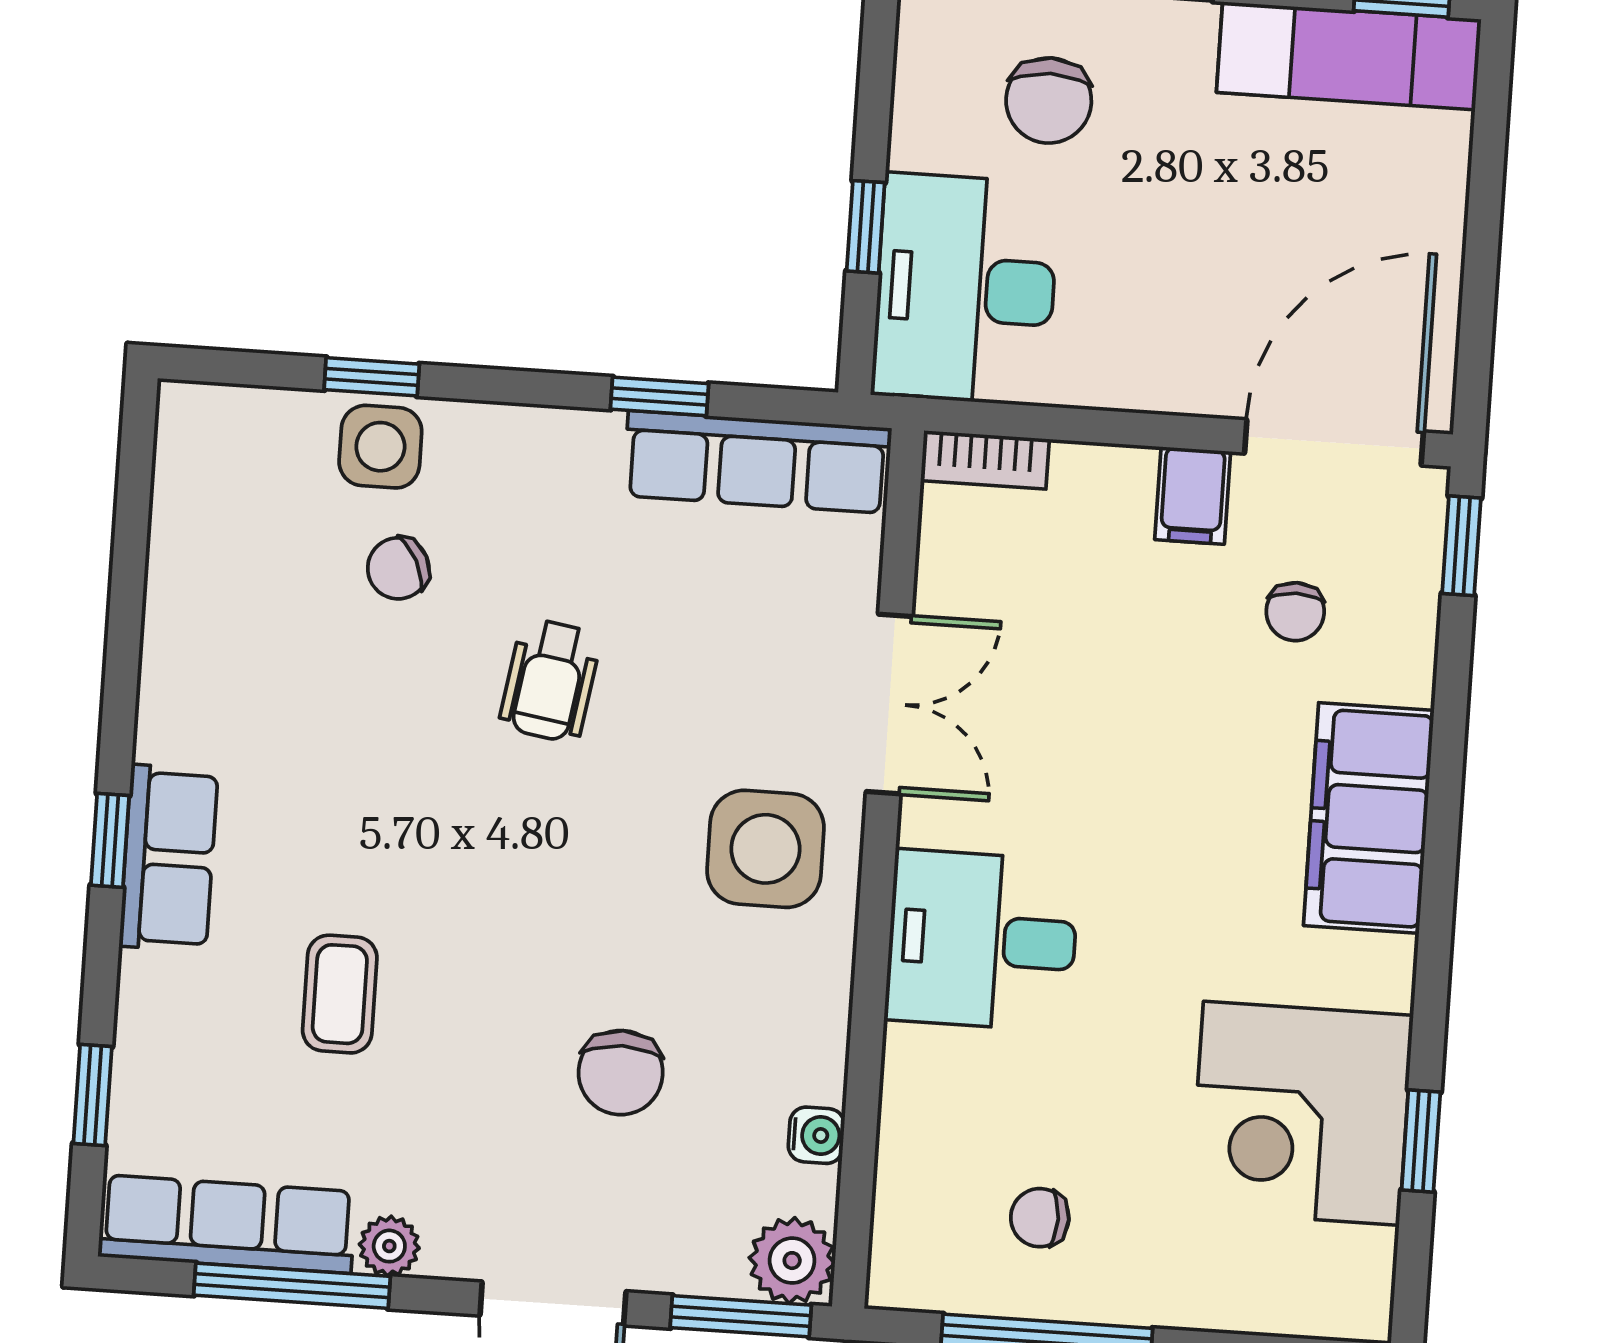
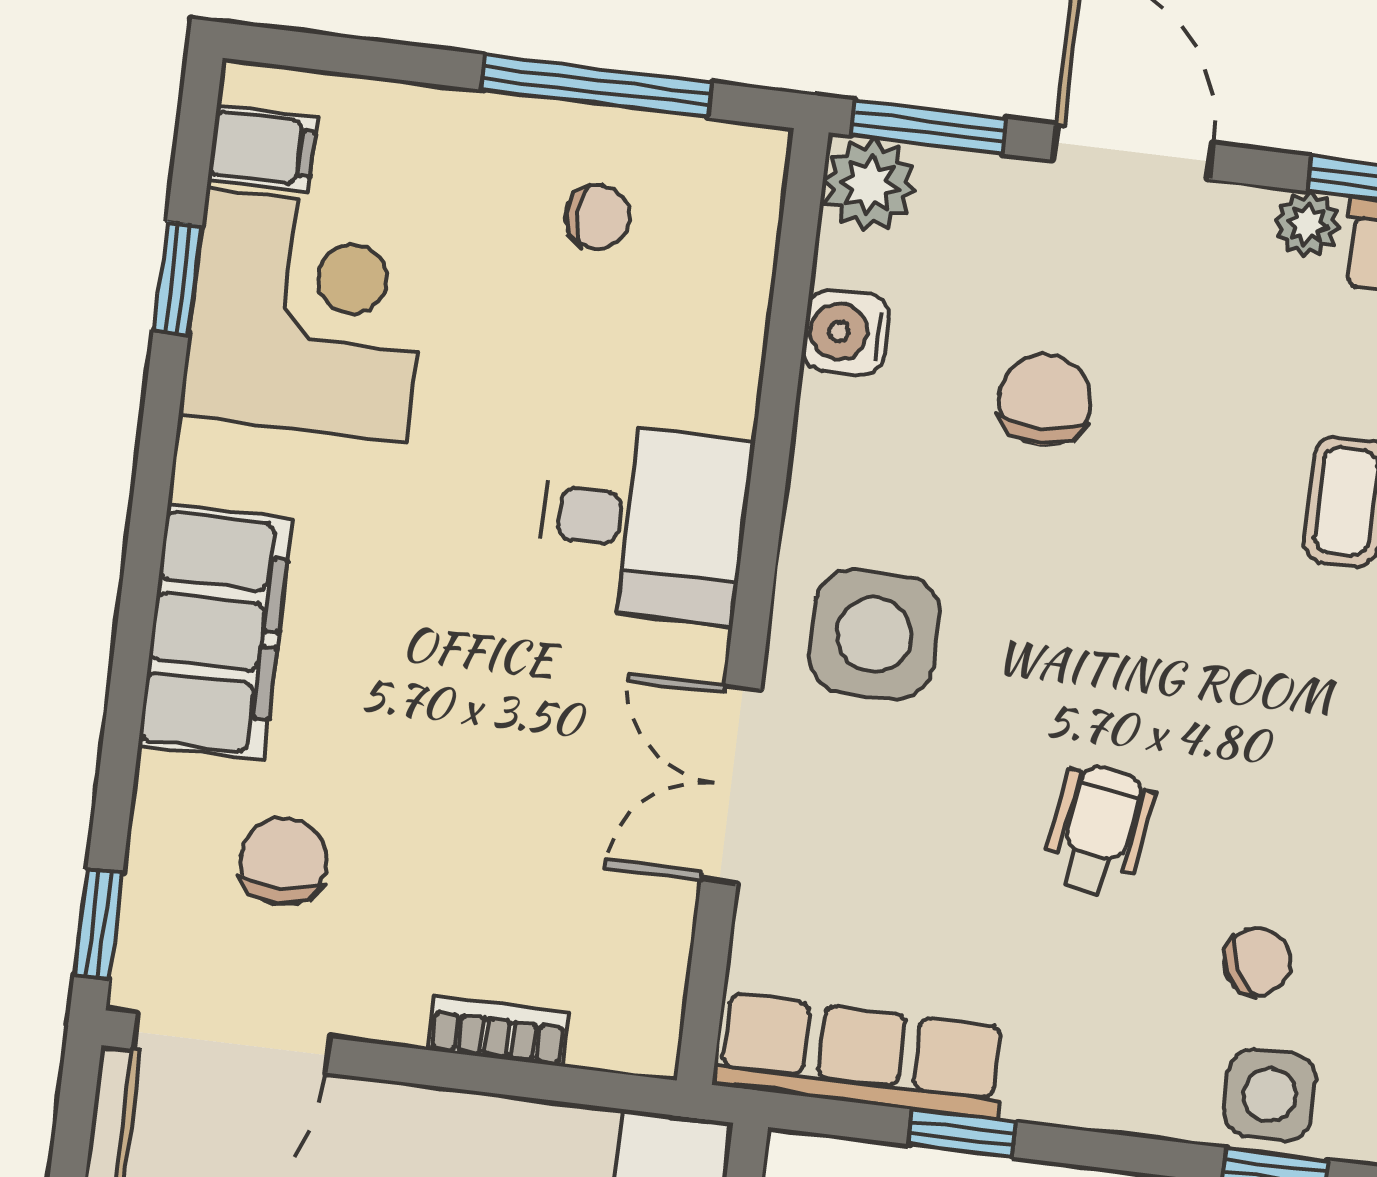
bookcase: (985, 460) -> (498, 1031), moved
filing cabinet: (1193, 495) -> (262, 149), moved, turned 90
chair: (1295, 612) -> (283, 861), width x1.37, depth x1.37
water cooler: (816, 1135) -> (846, 332), width x1.38, depth x1.38

